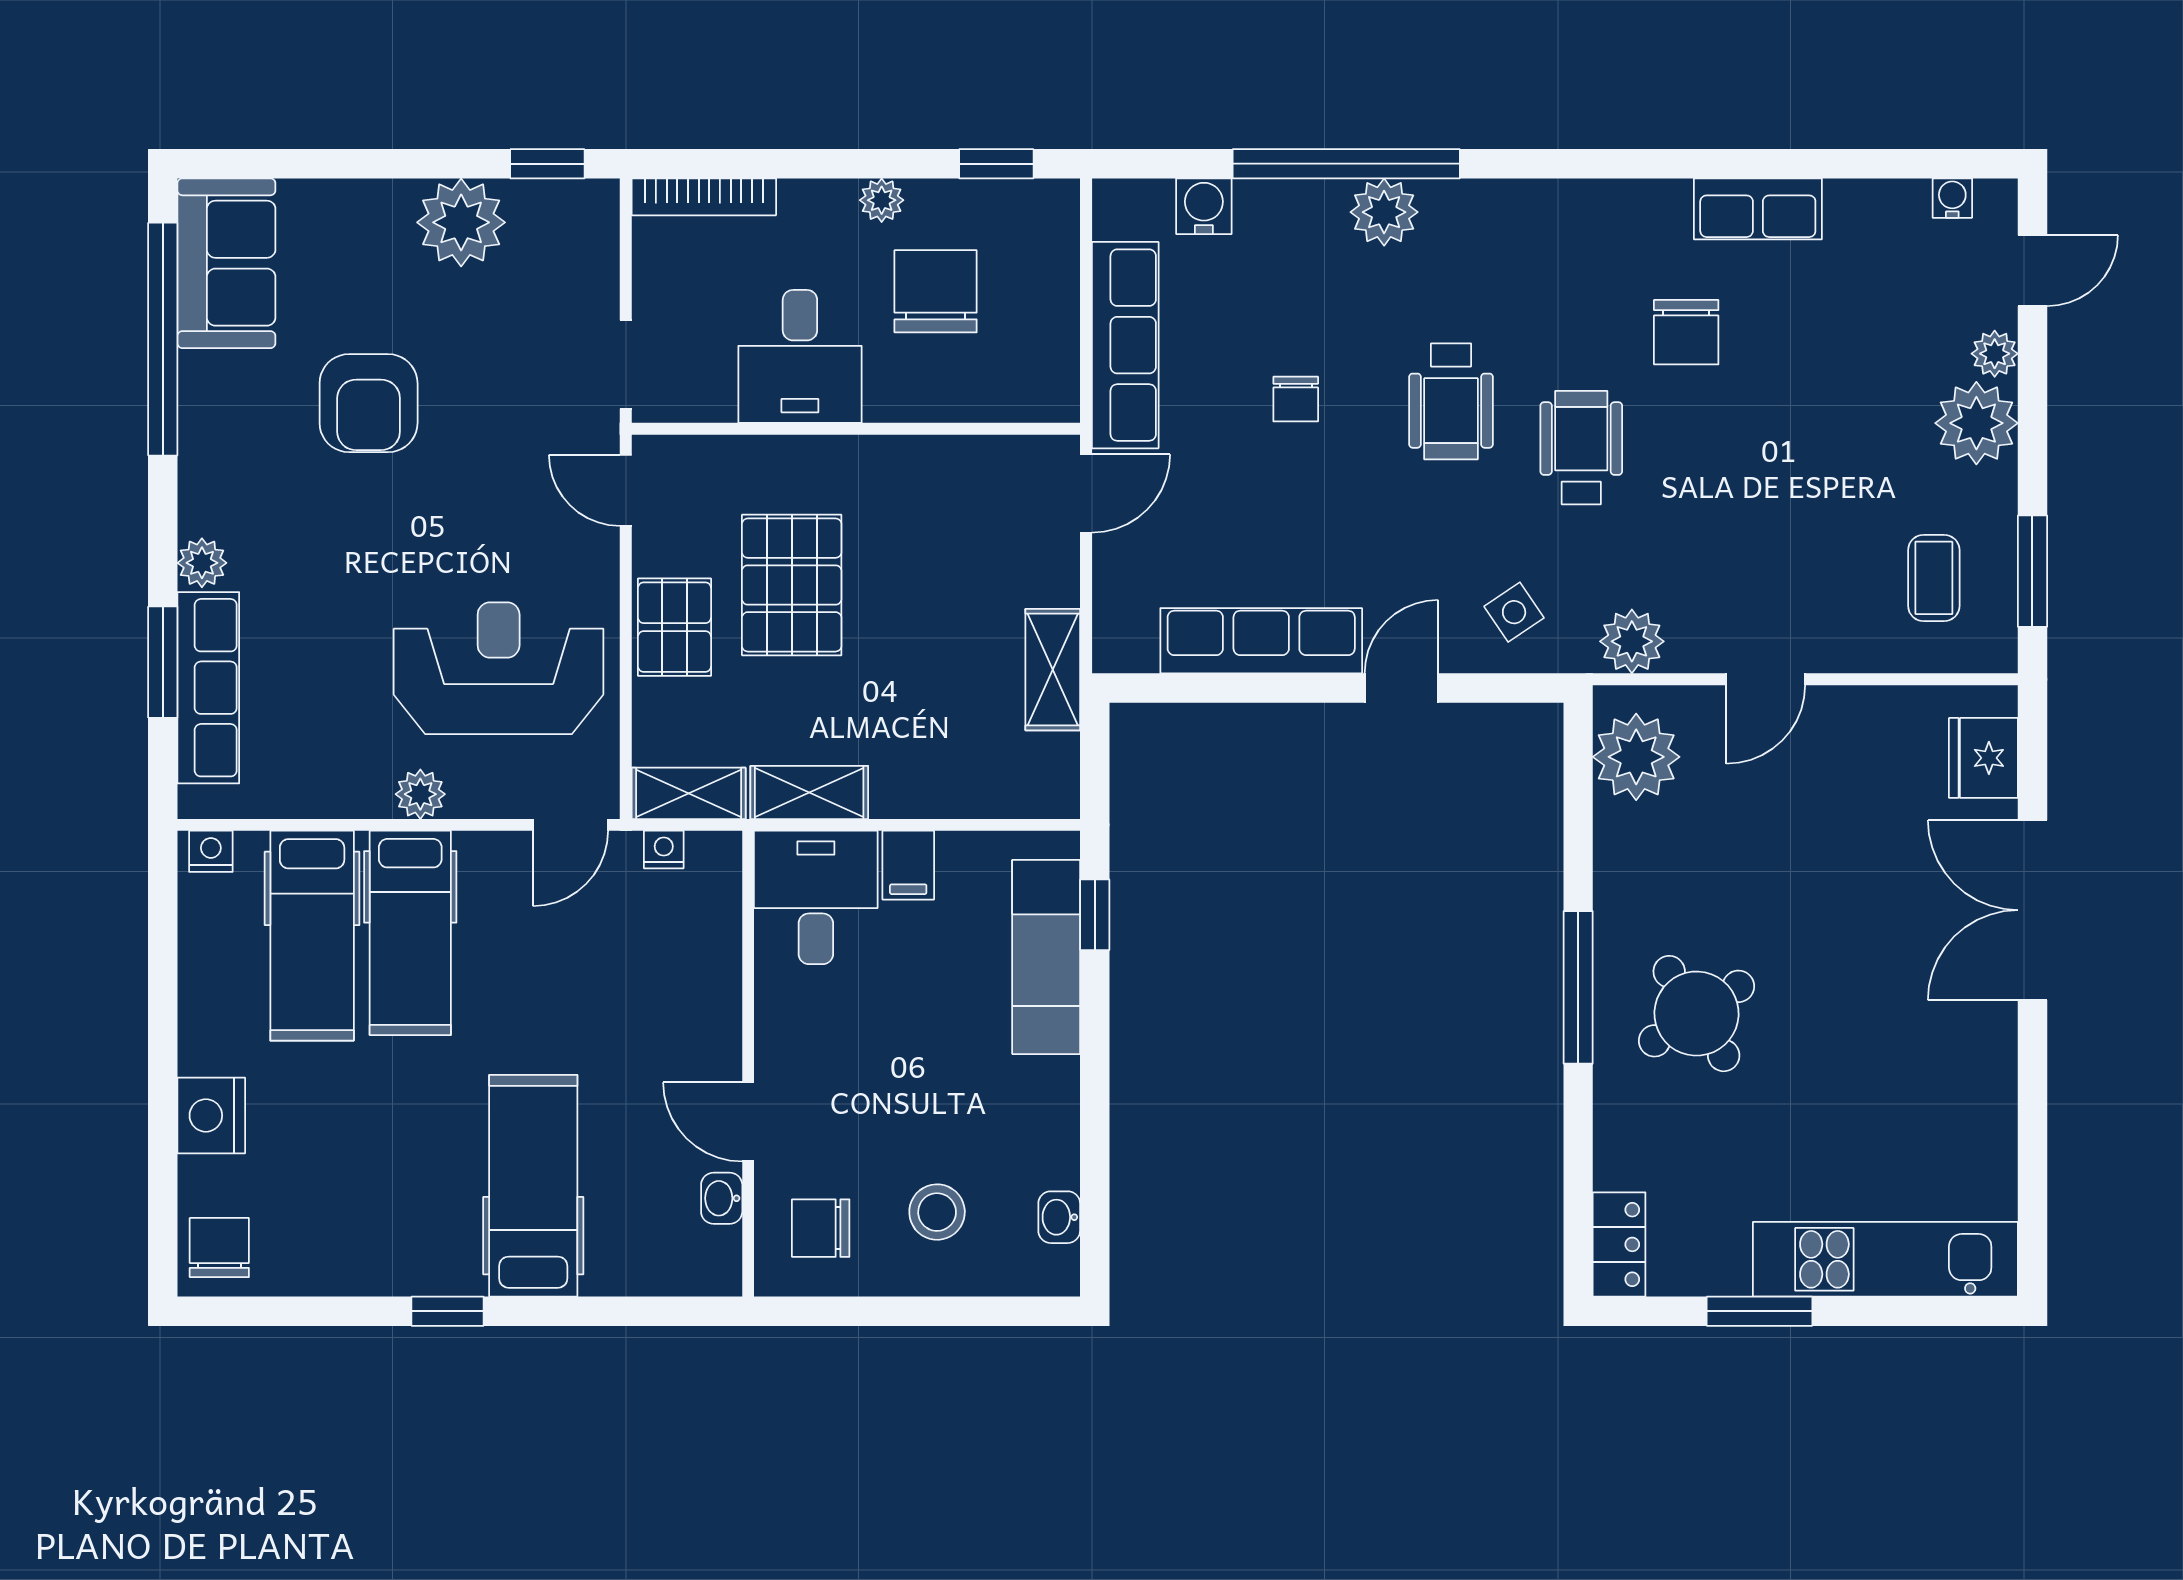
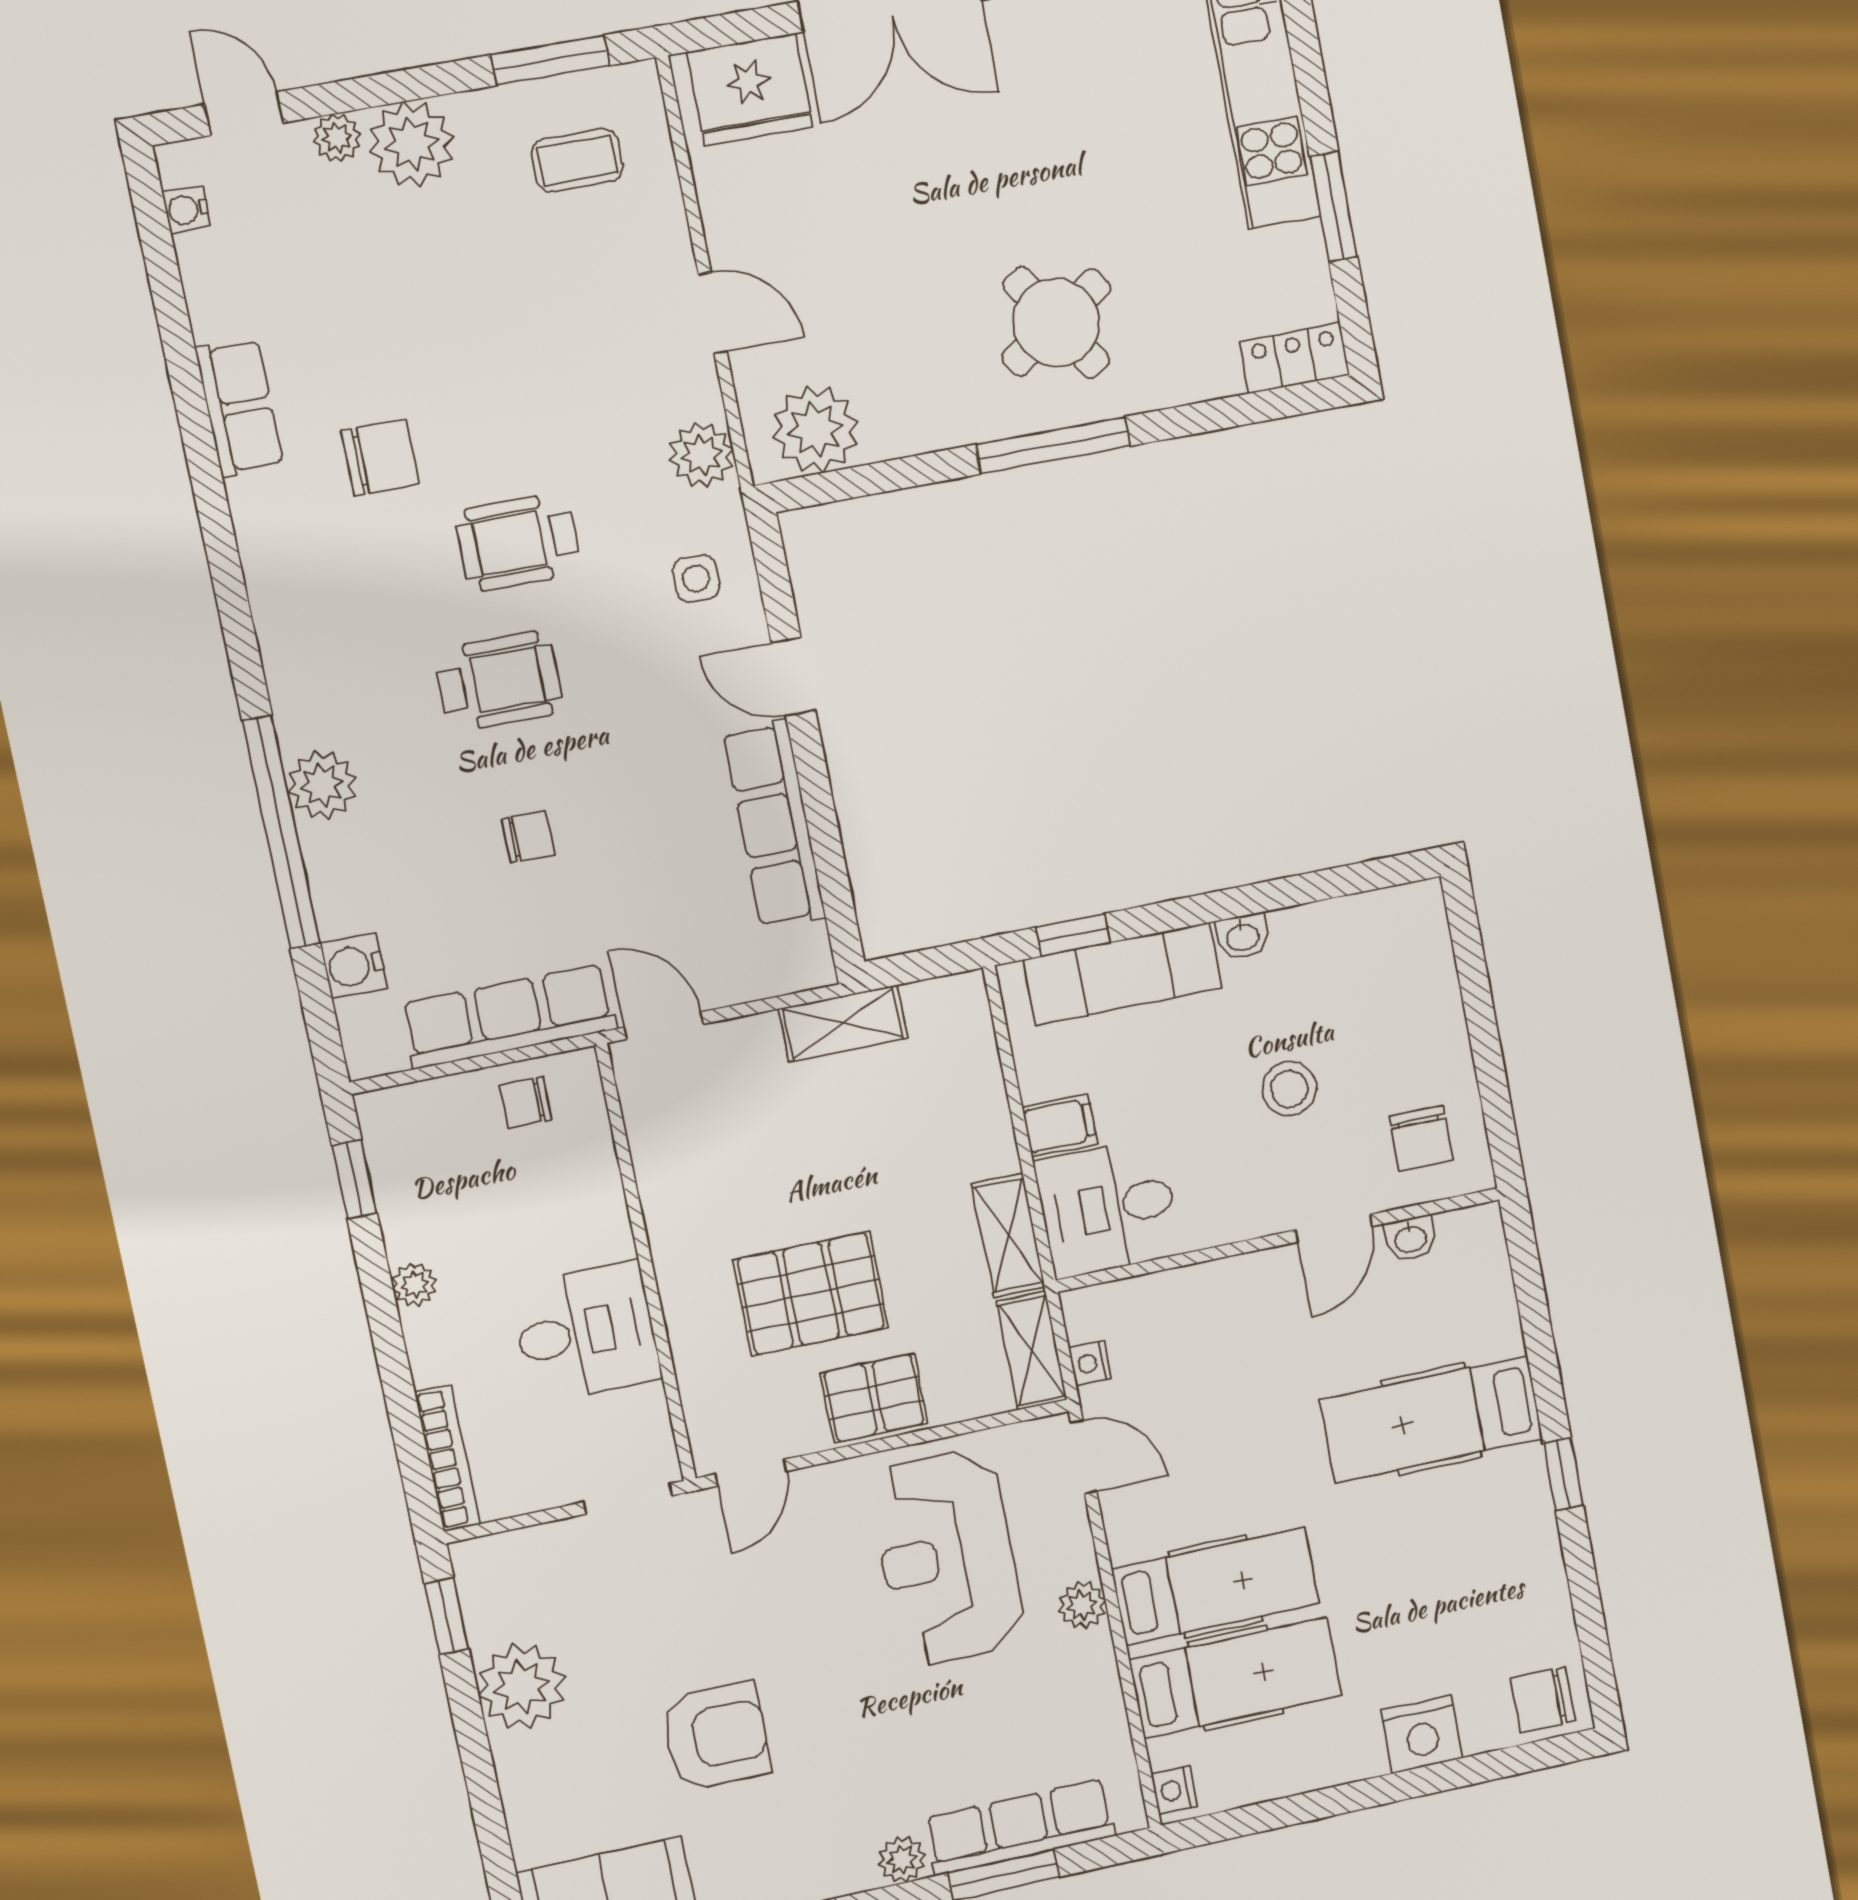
chair: (936, 291) -> (526, 1102), moved, width x0.54, depth x0.54
side table: (1514, 612) -> (696, 579), turned 34
fridge: (1983, 758) -> (750, 90), width x1.36, depth x1.34
stool: (937, 1212) -> (1289, 1089), moved
washbasin: (1059, 1217) -> (1243, 937), moved

